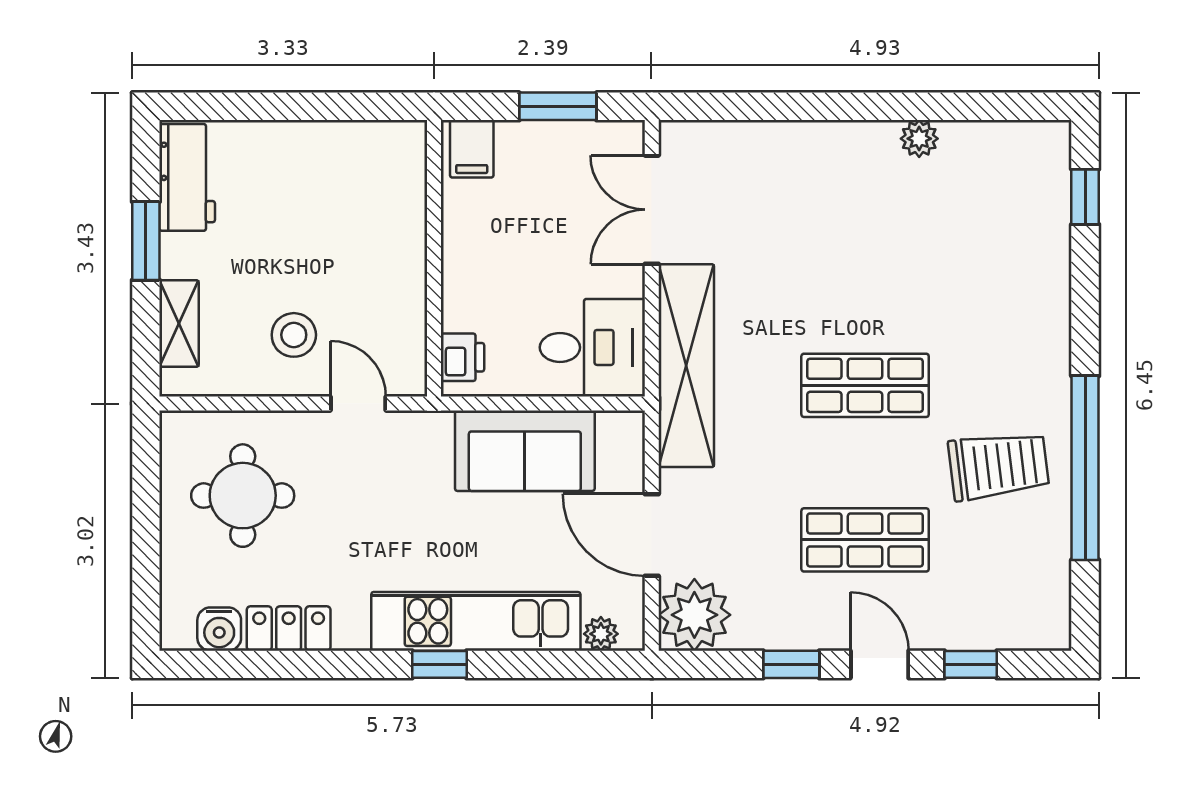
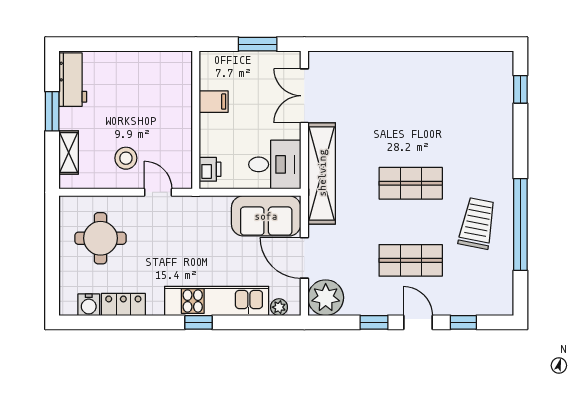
plant: (919, 139) -> (438, 60), removed
filing cabinet: (472, 149) -> (214, 102), moved, turned -90
sofa: (525, 451) -> (266, 216), moved
trolley: (999, 466) -> (477, 223), turned -72

